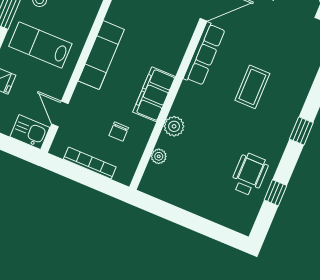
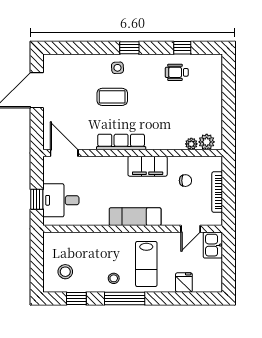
row of seats: (204, 54) -> (121, 142), moved
side table: (284, 107) -> (117, 68), added
plant: (174, 126) -> (207, 142), moved
wheelchair: (249, 174) -> (177, 72), width x0.73, depth x0.73

